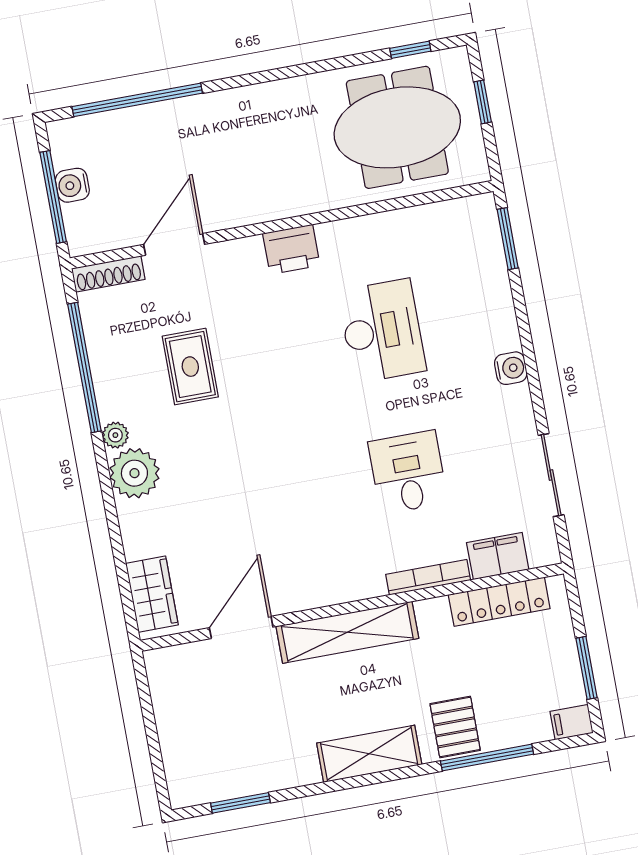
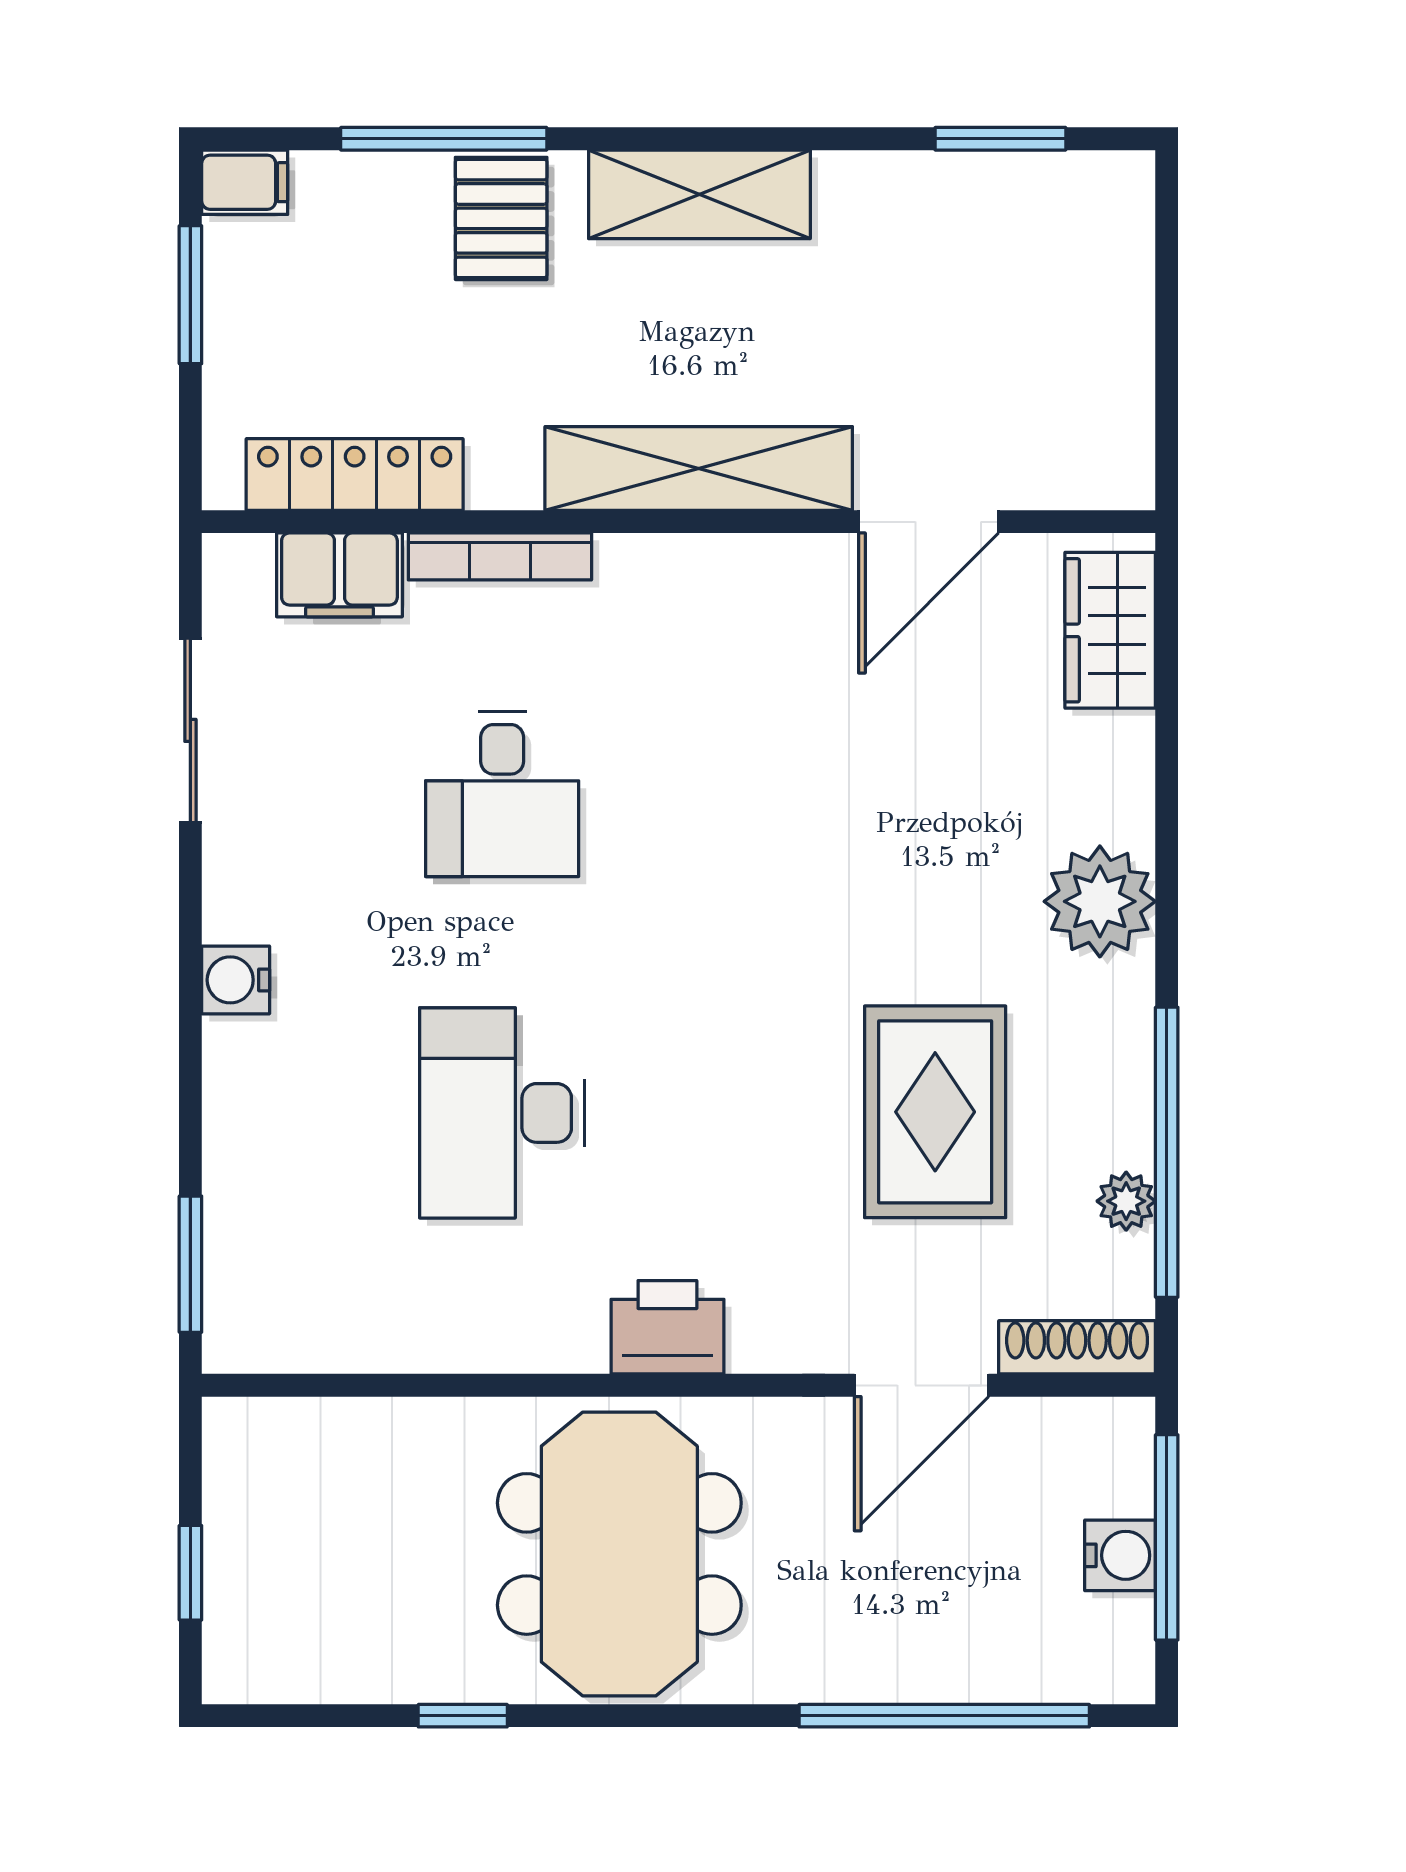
window: (410, 50) -> (463, 1716), moved
meeting table: (397, 127) -> (619, 1554), moved, turned 90
rug: (190, 367) -> (935, 1112), width x1.36, depth x1.43
plant: (115, 435) -> (1126, 1201), moved

